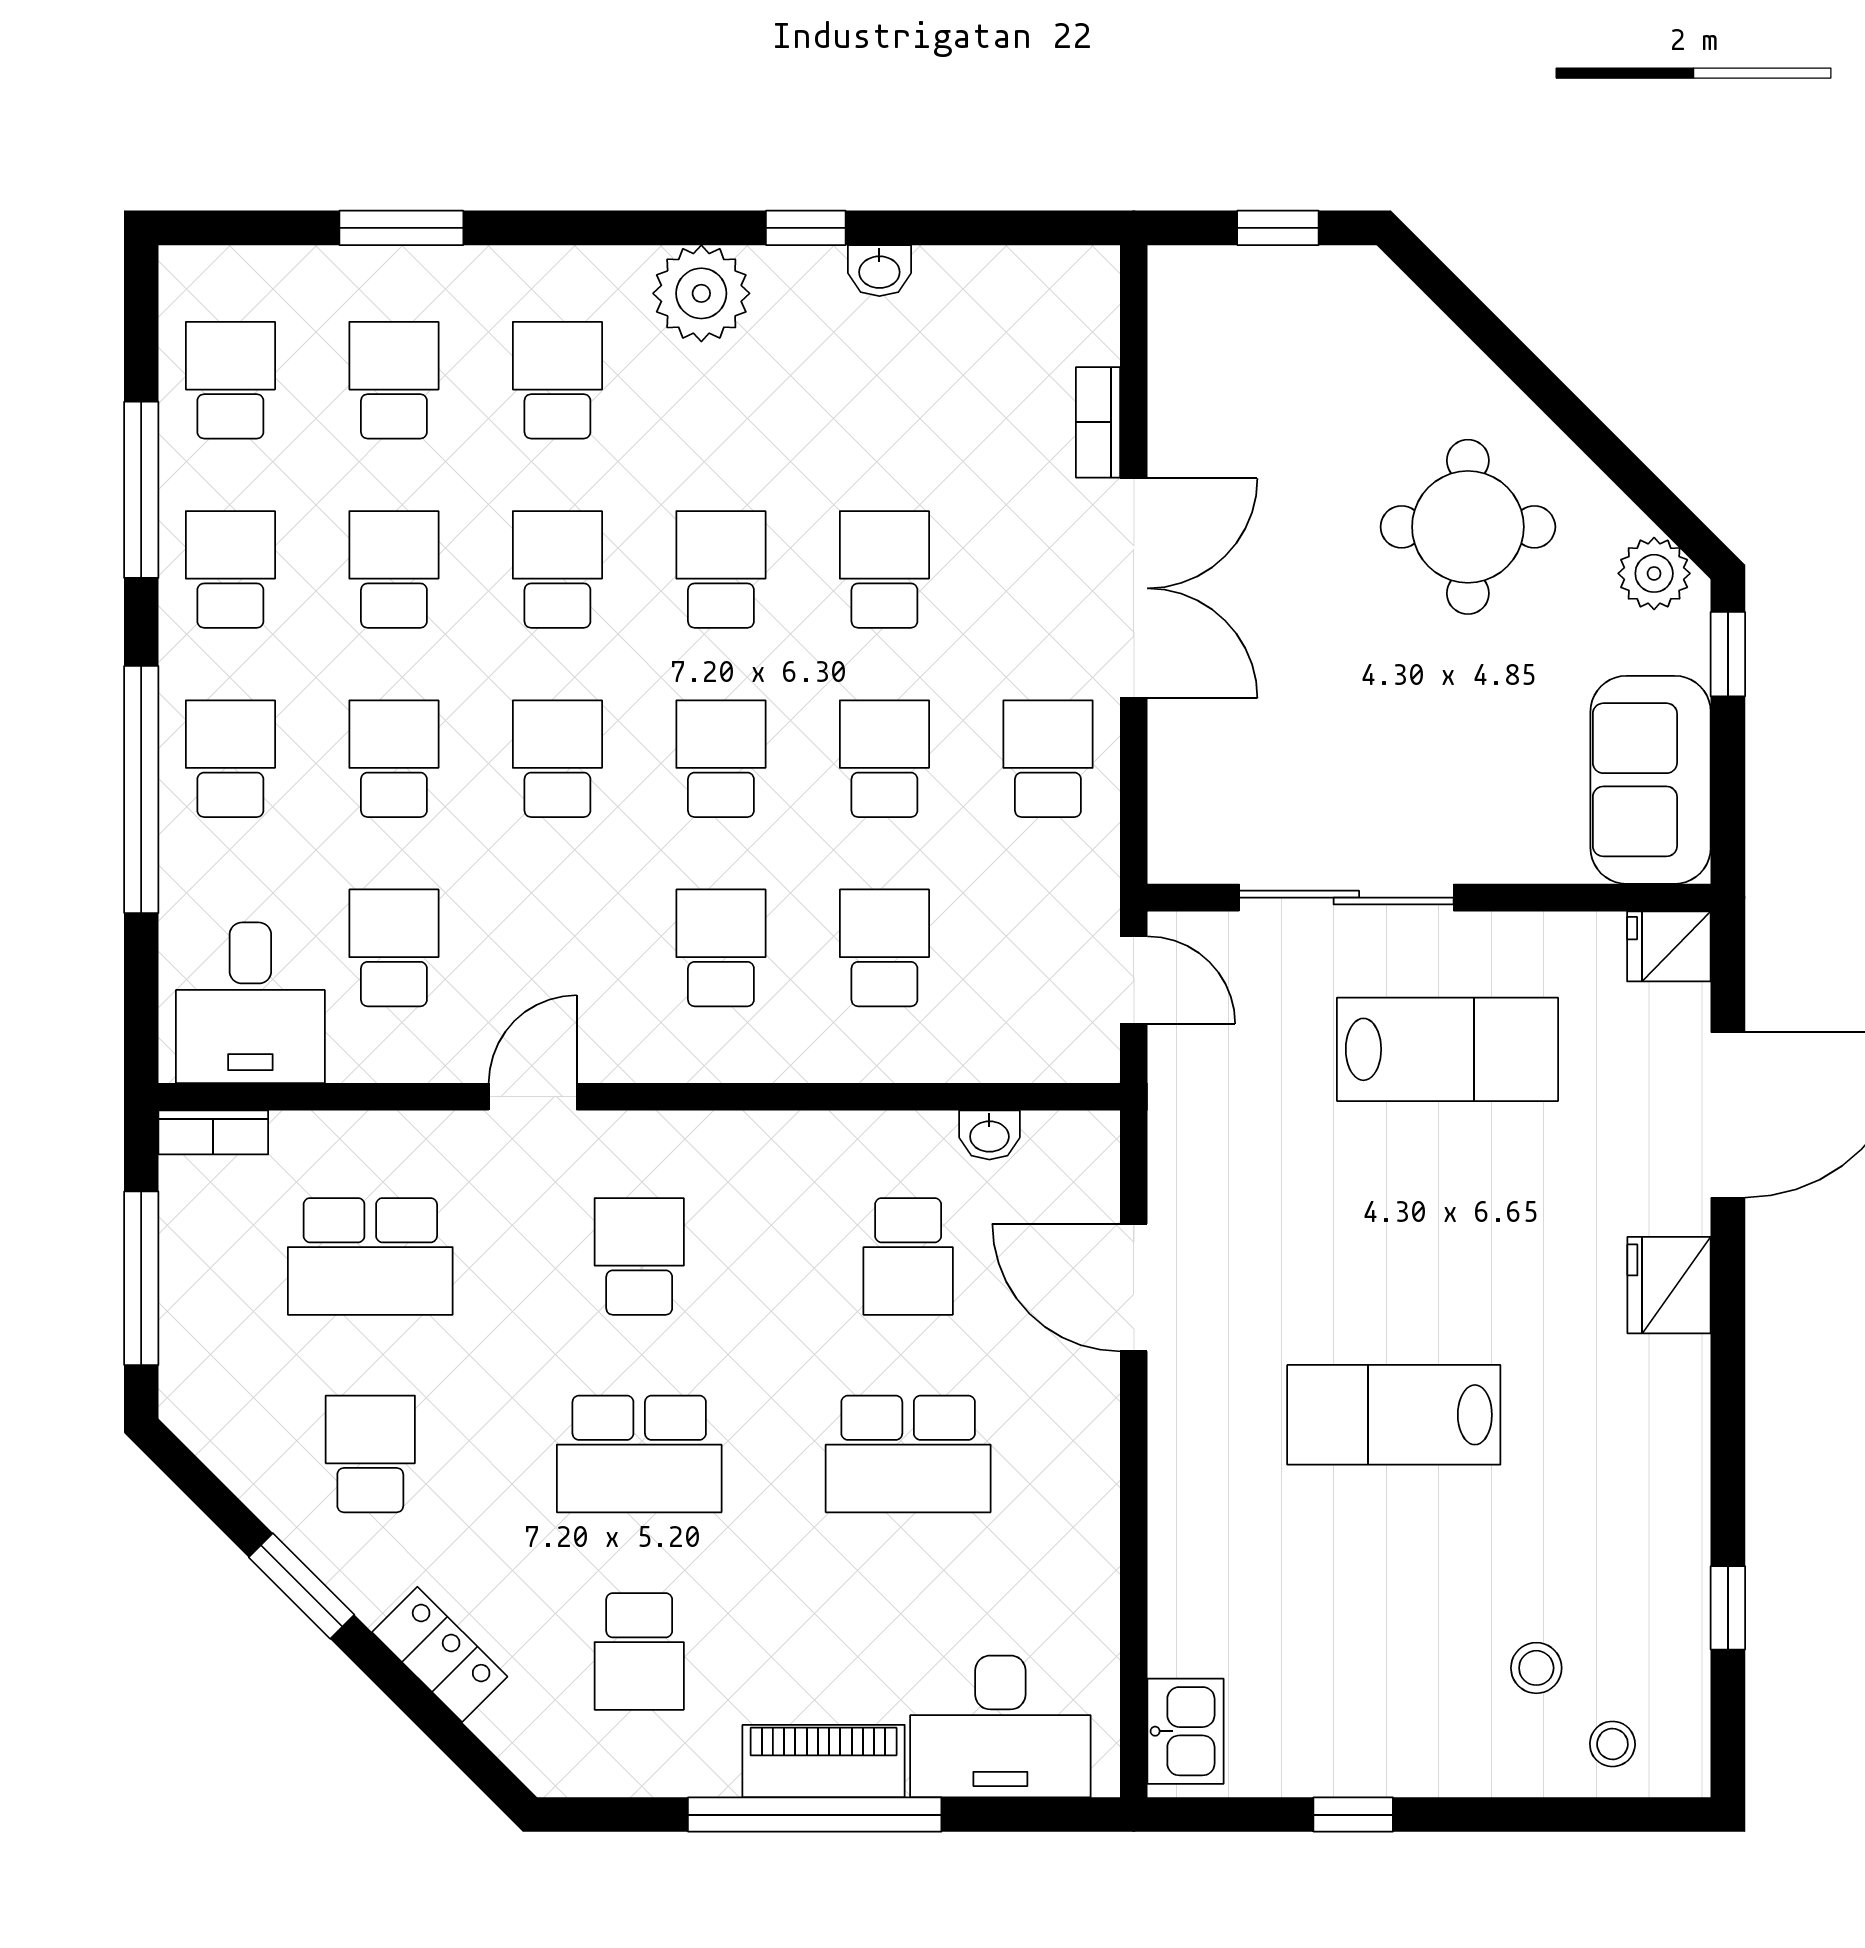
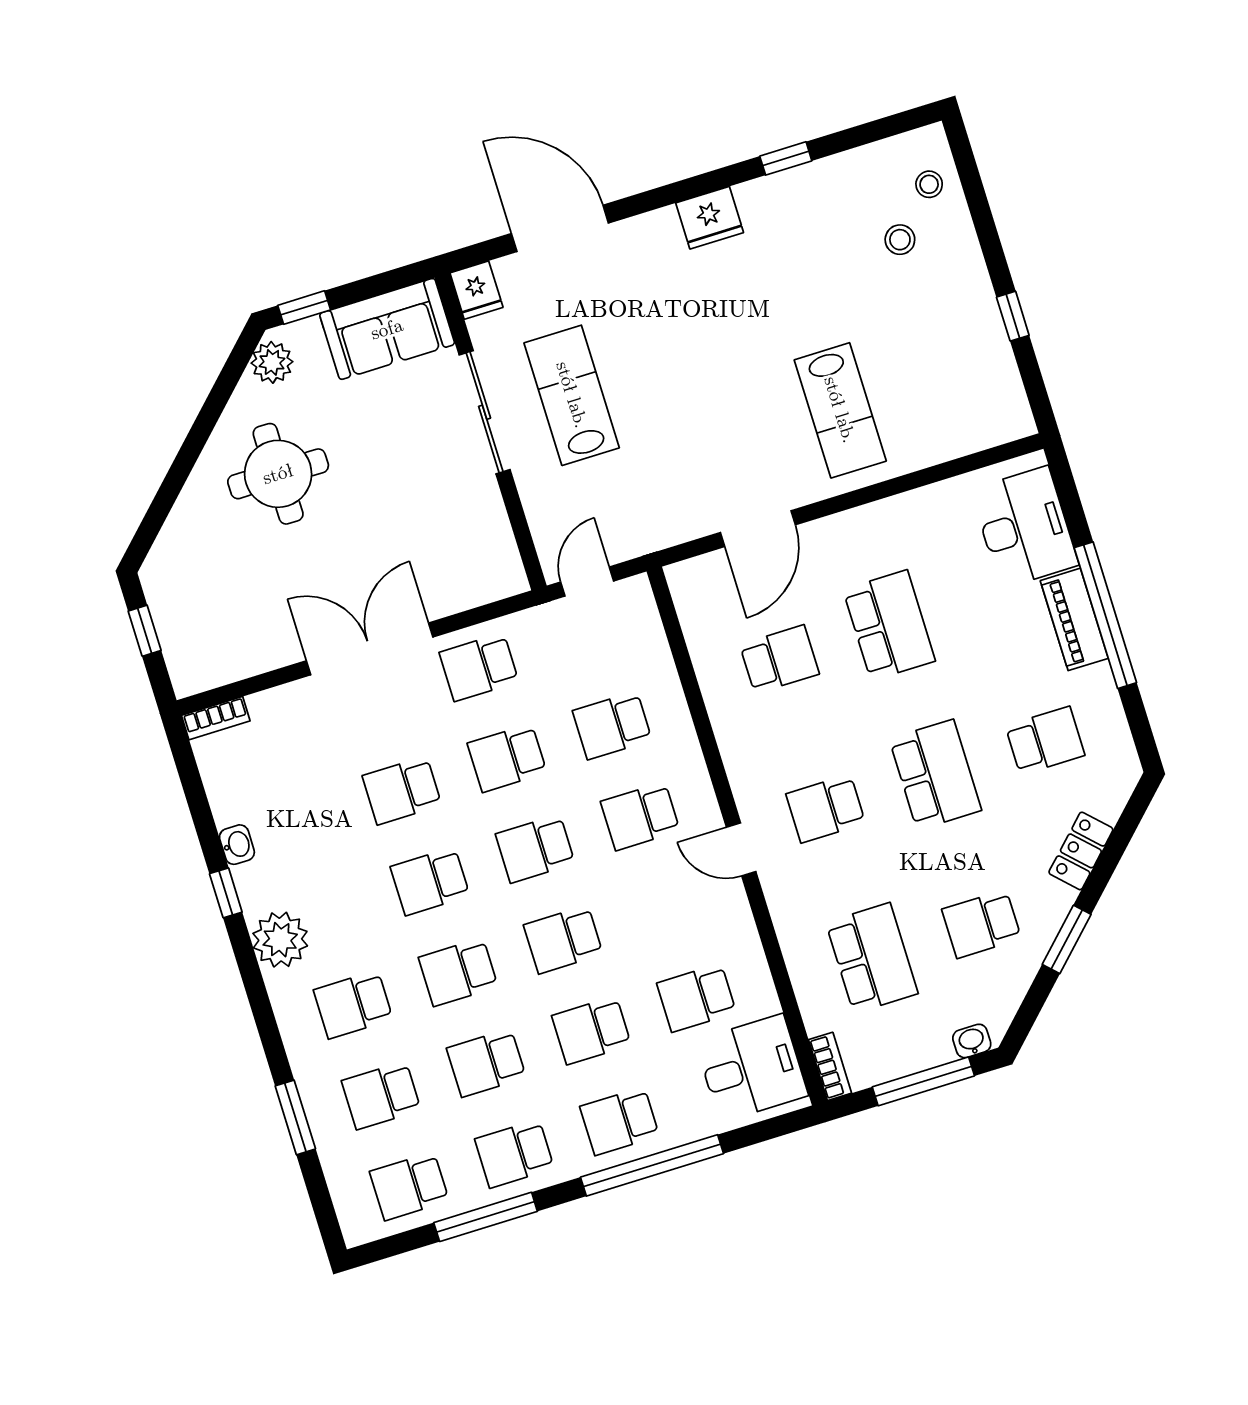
bookcase: (1098, 422) -> (216, 718), moved
sliding door: (1346, 898) -> (485, 412), moved
door: (533, 1097) -> (741, 849), moved
washbasin: (989, 1135) -> (972, 1041), moved, turned -90
fridge: (1669, 1285) -> (710, 218), moved
lab bench: (1394, 1415) -> (840, 410), moved
window: (1728, 1608) -> (786, 158), moved
kitchen sink: (1186, 1731) -> (995, 424), removed

